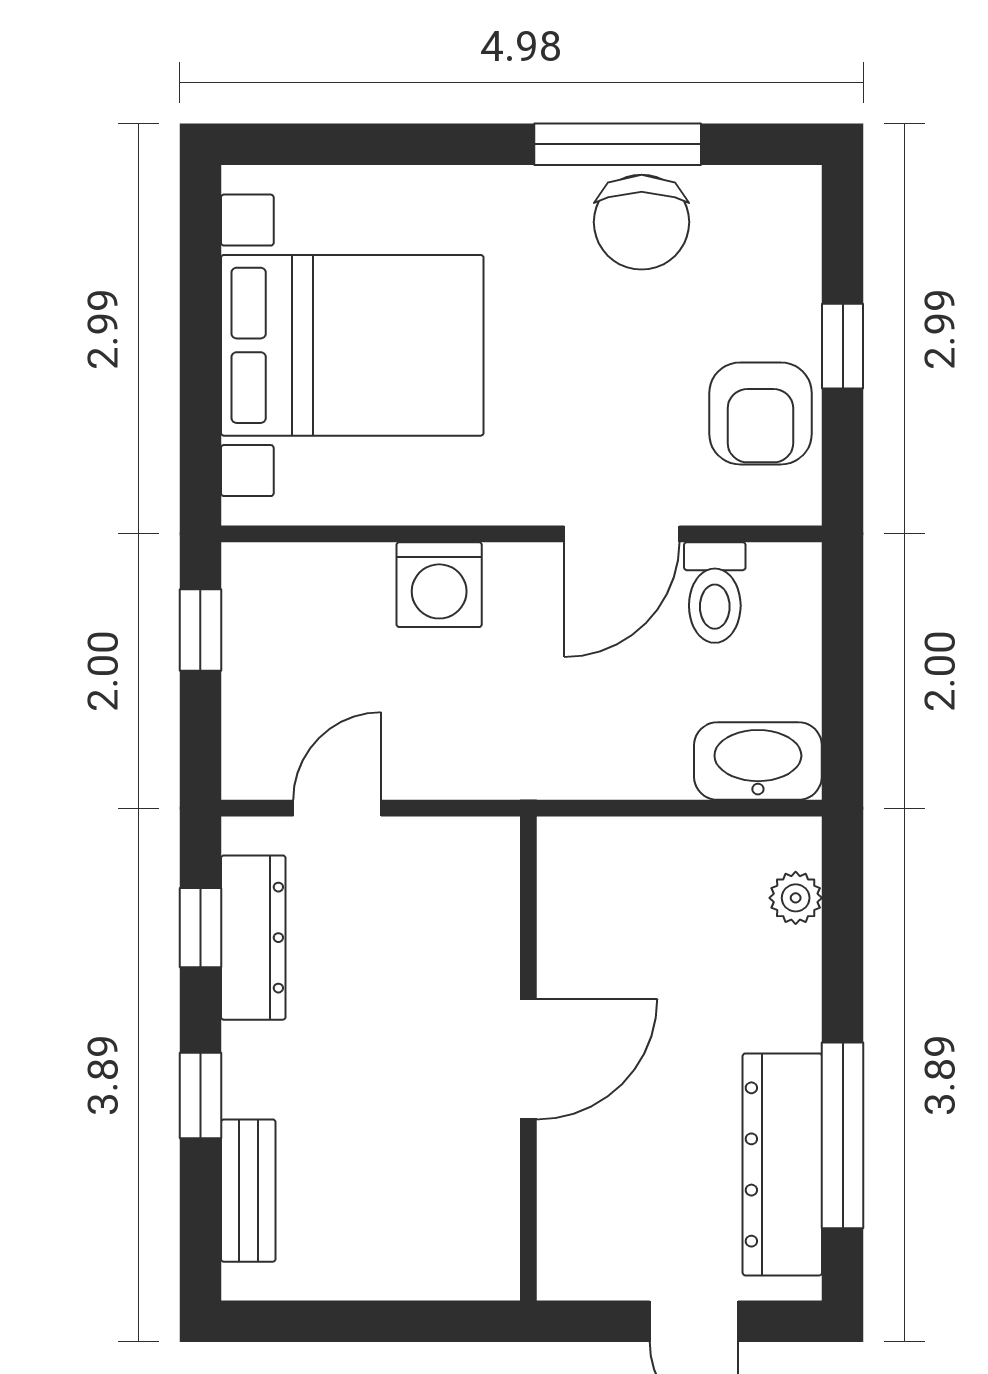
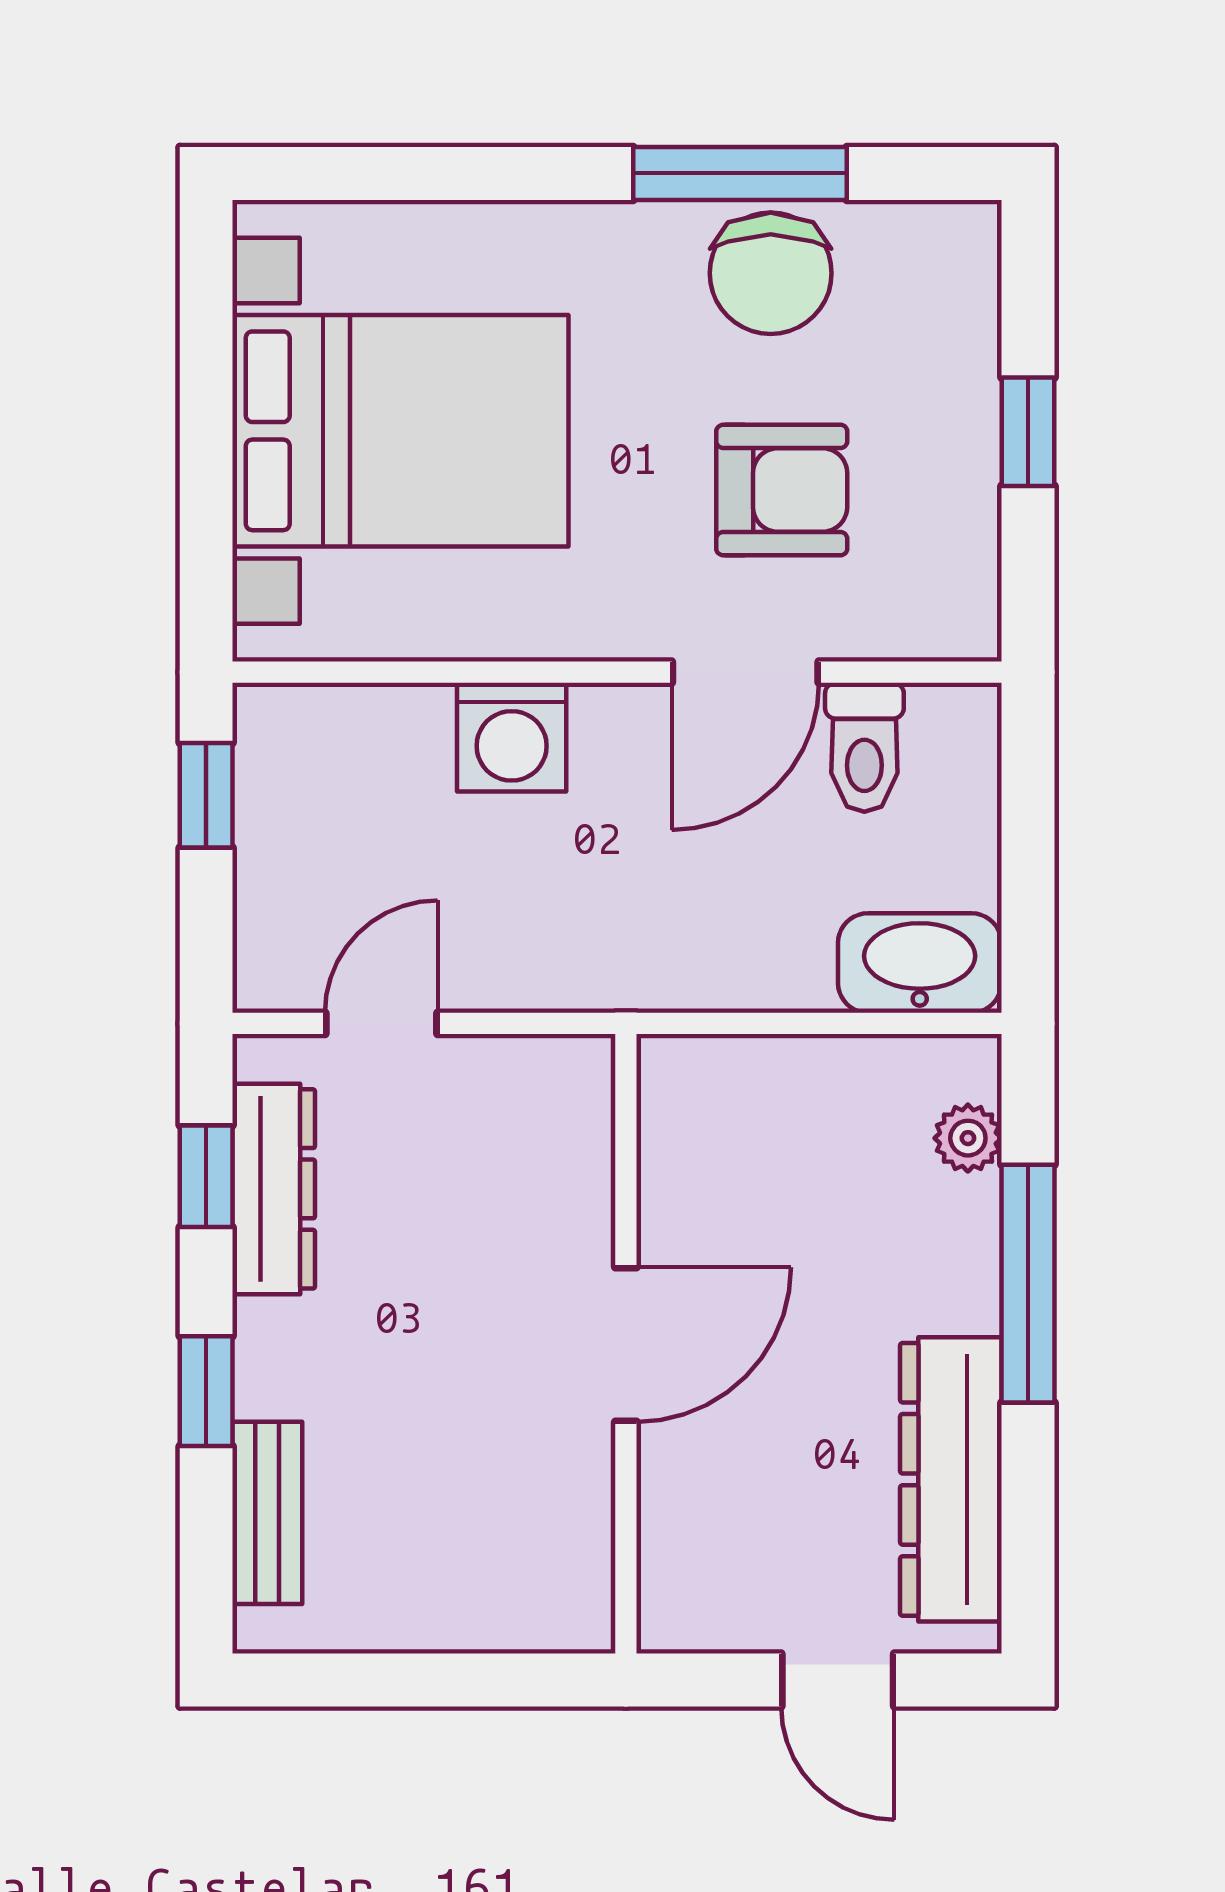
armchair: (760, 413) -> (782, 490), moved, turned -90
window: (843, 1135) -> (1028, 1284), moved

